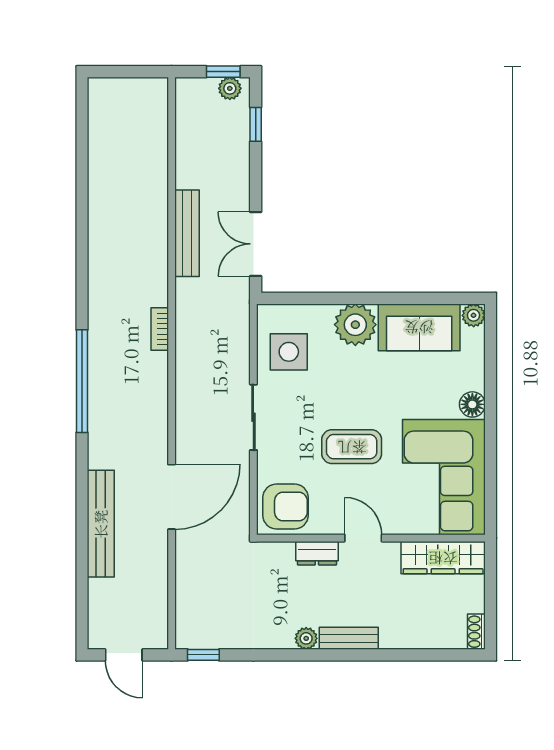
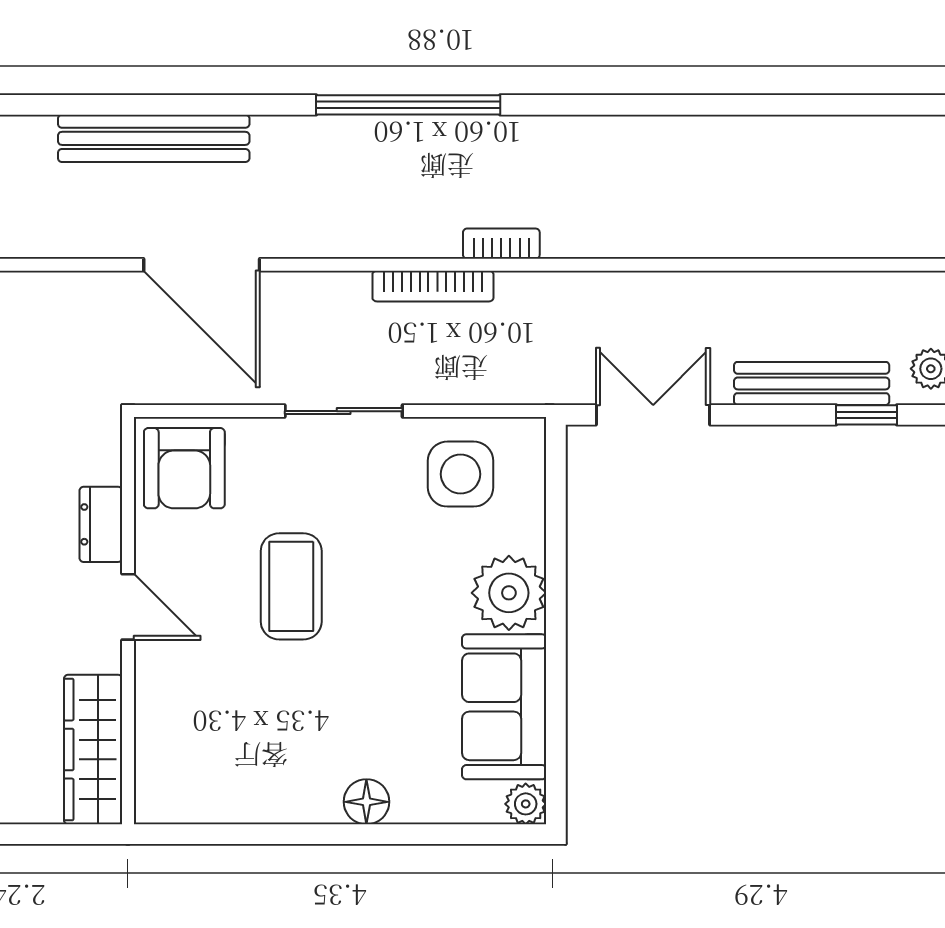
bench: (187, 233) -> (812, 383), moved
bookcase: (183, 367) -> (433, 286), added
corner sofa: (444, 477) -> (237, 751), removed
door: (363, 538) -> (128, 607), hinge flipped

